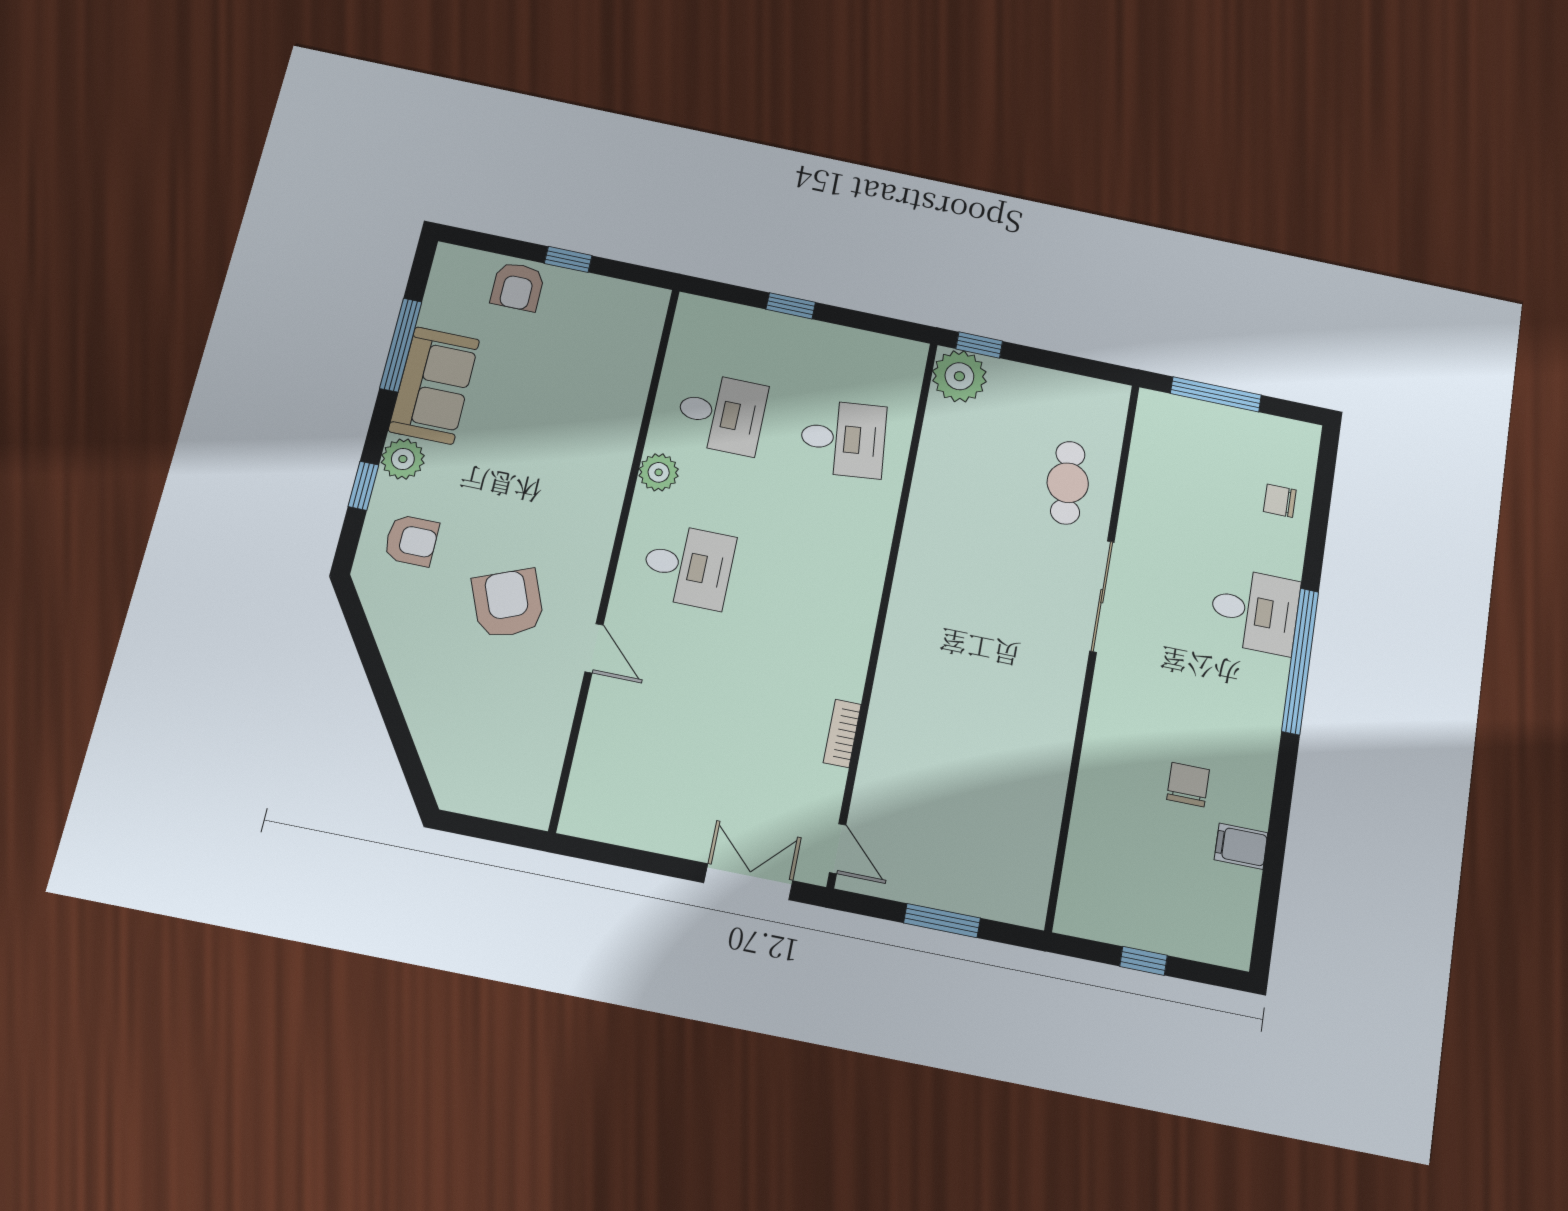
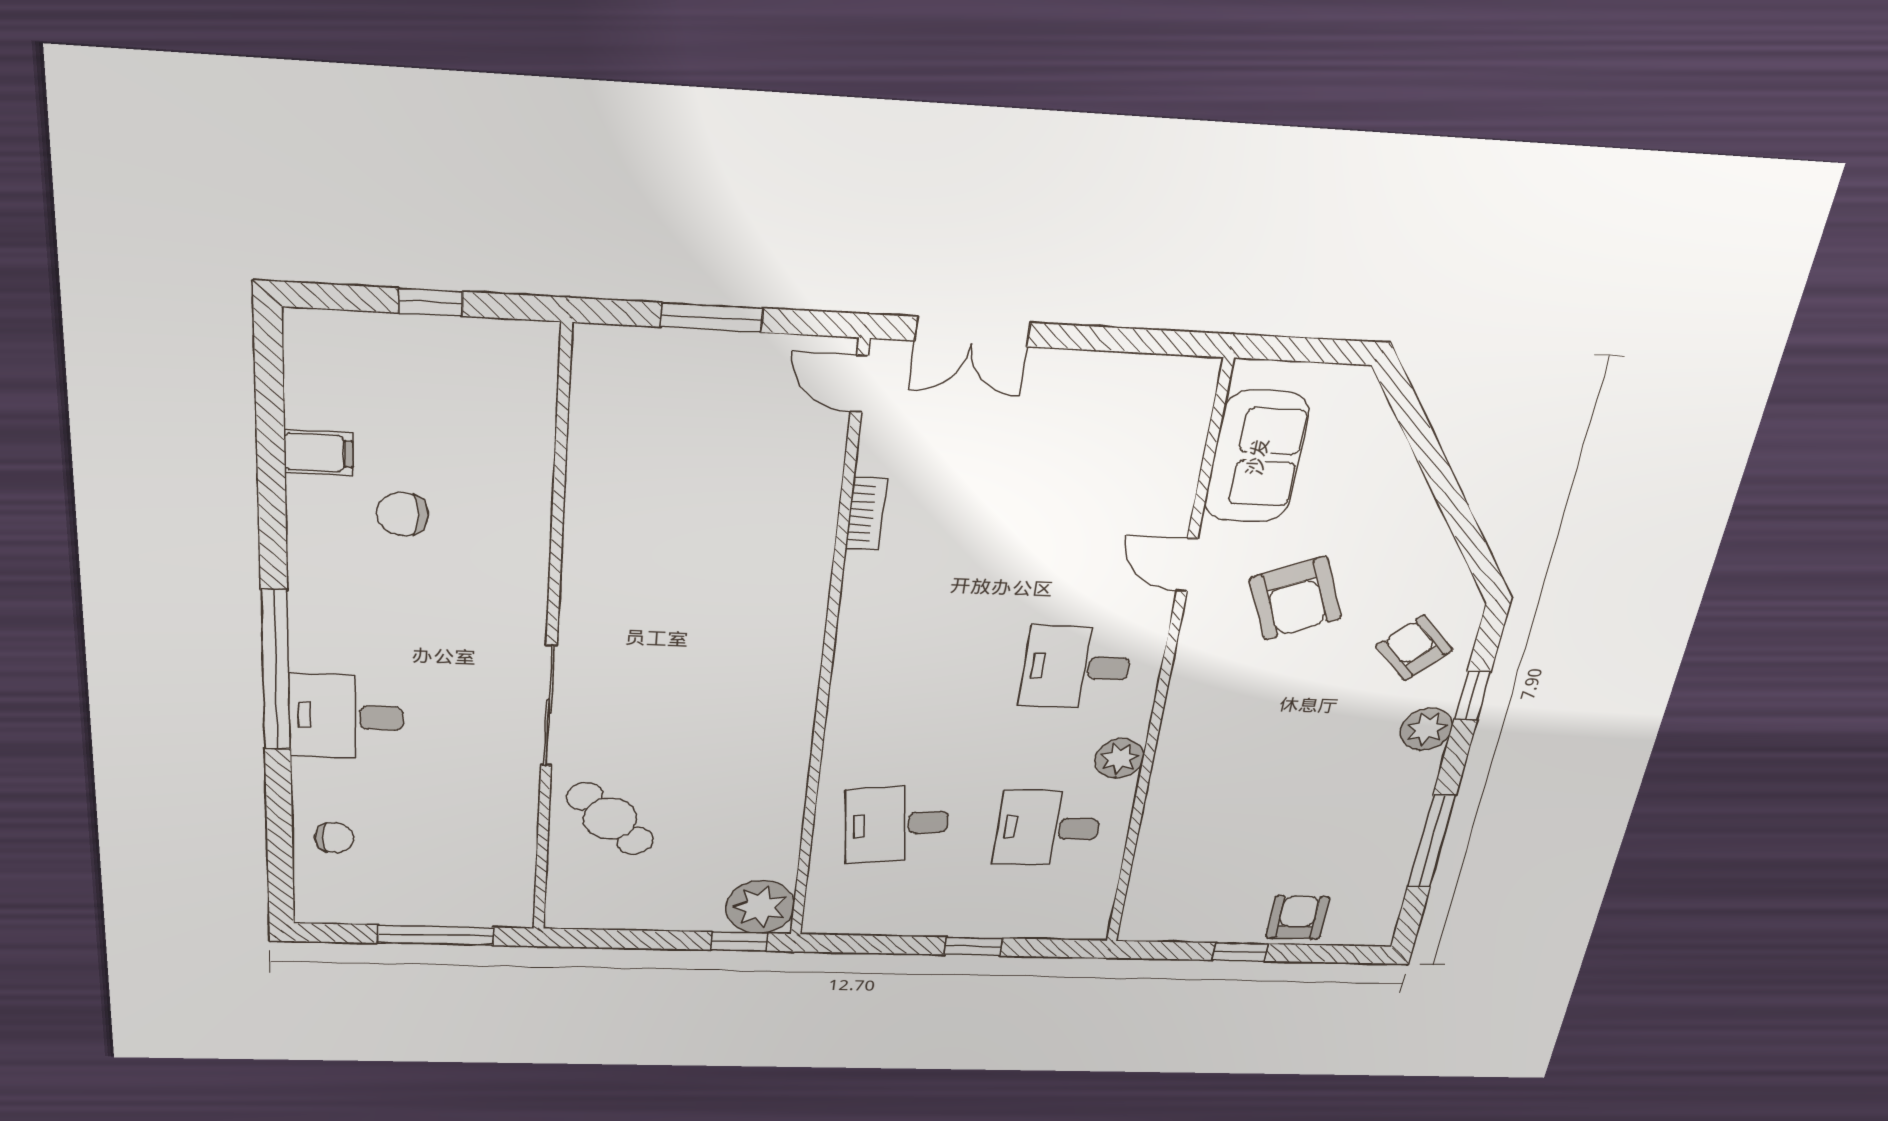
sofa: (434, 385) -> (1257, 457), moved, turned 180
cafe table: (1068, 483) -> (610, 819), turned -40
armchair: (411, 540) -> (1414, 648), turned 46
chair: (1188, 785) -> (403, 514), turned 90

